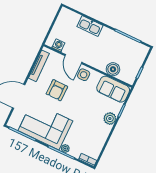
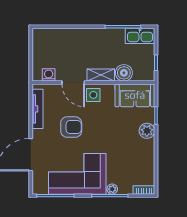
kitchen sink: (90, 26) -> (140, 36), moved
shelving: (96, 63) -> (101, 75), added
armchair: (57, 90) -> (71, 127), turned -91

